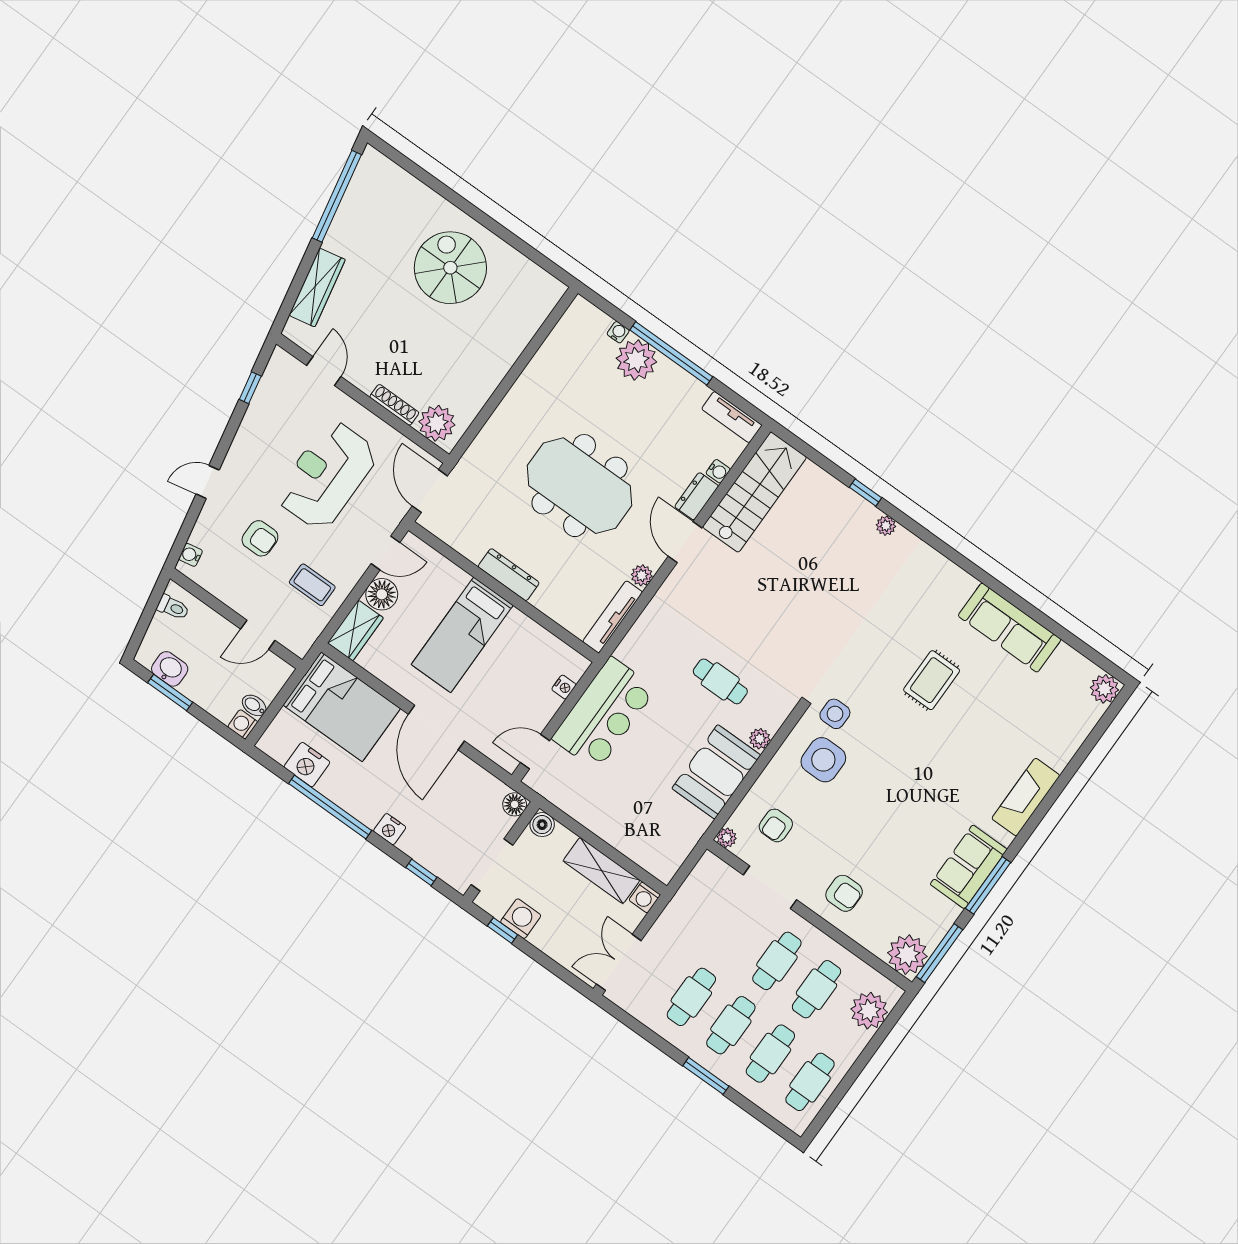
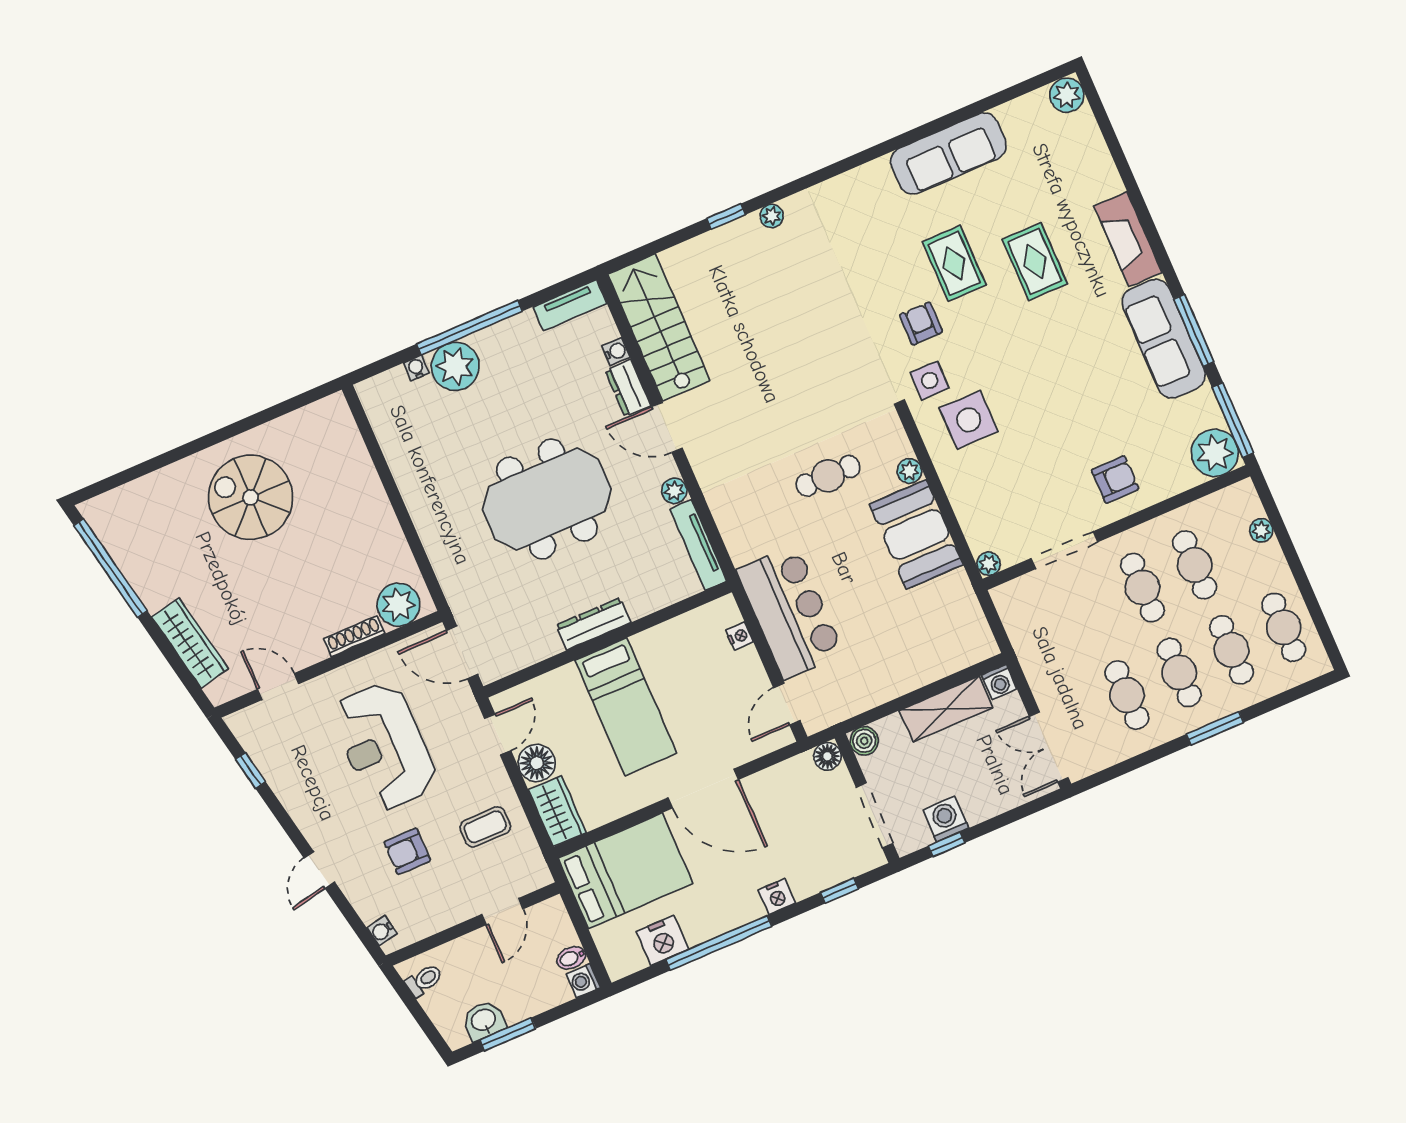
armchair: (260, 538) -> (407, 851), turned 180
rug: (968, 738) -> (1035, 261), added
armchair: (776, 825) -> (921, 323), moved, turned 180
sofa: (969, 867) -> (1164, 339), width x1.36
plant: (869, 1011) -> (1261, 530), width x0.53, depth x0.53

